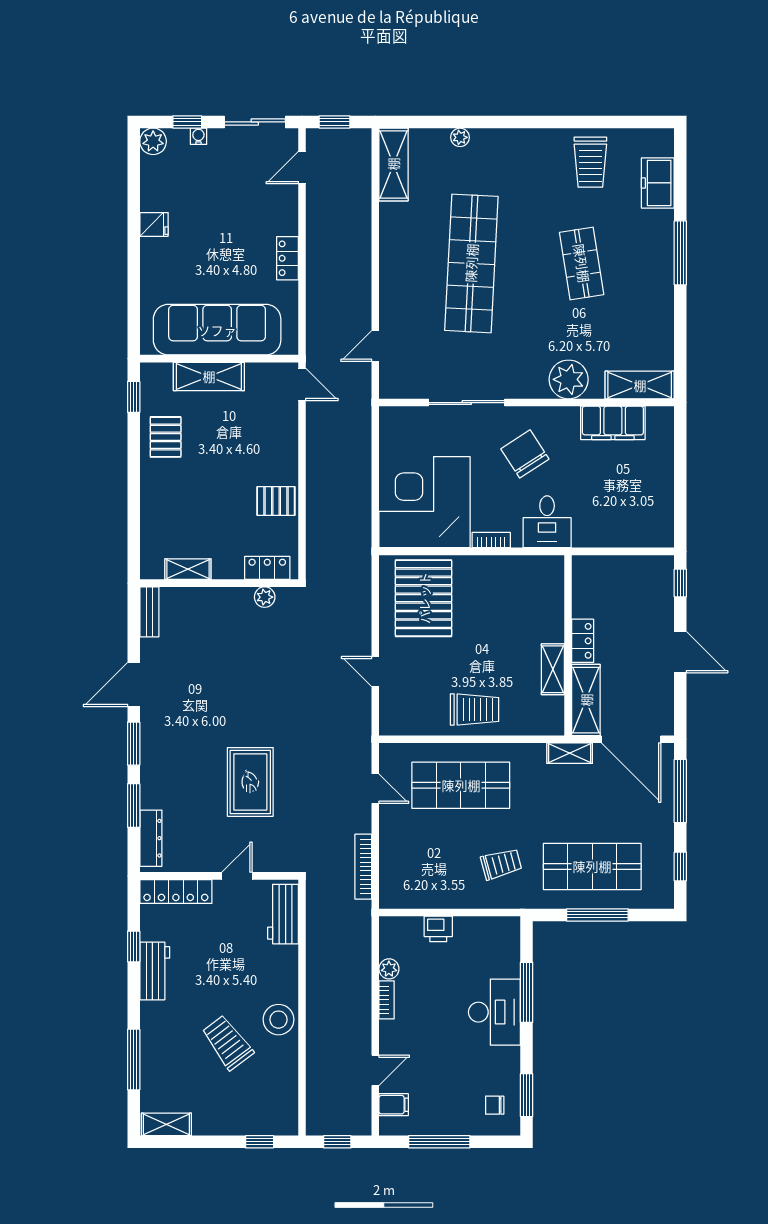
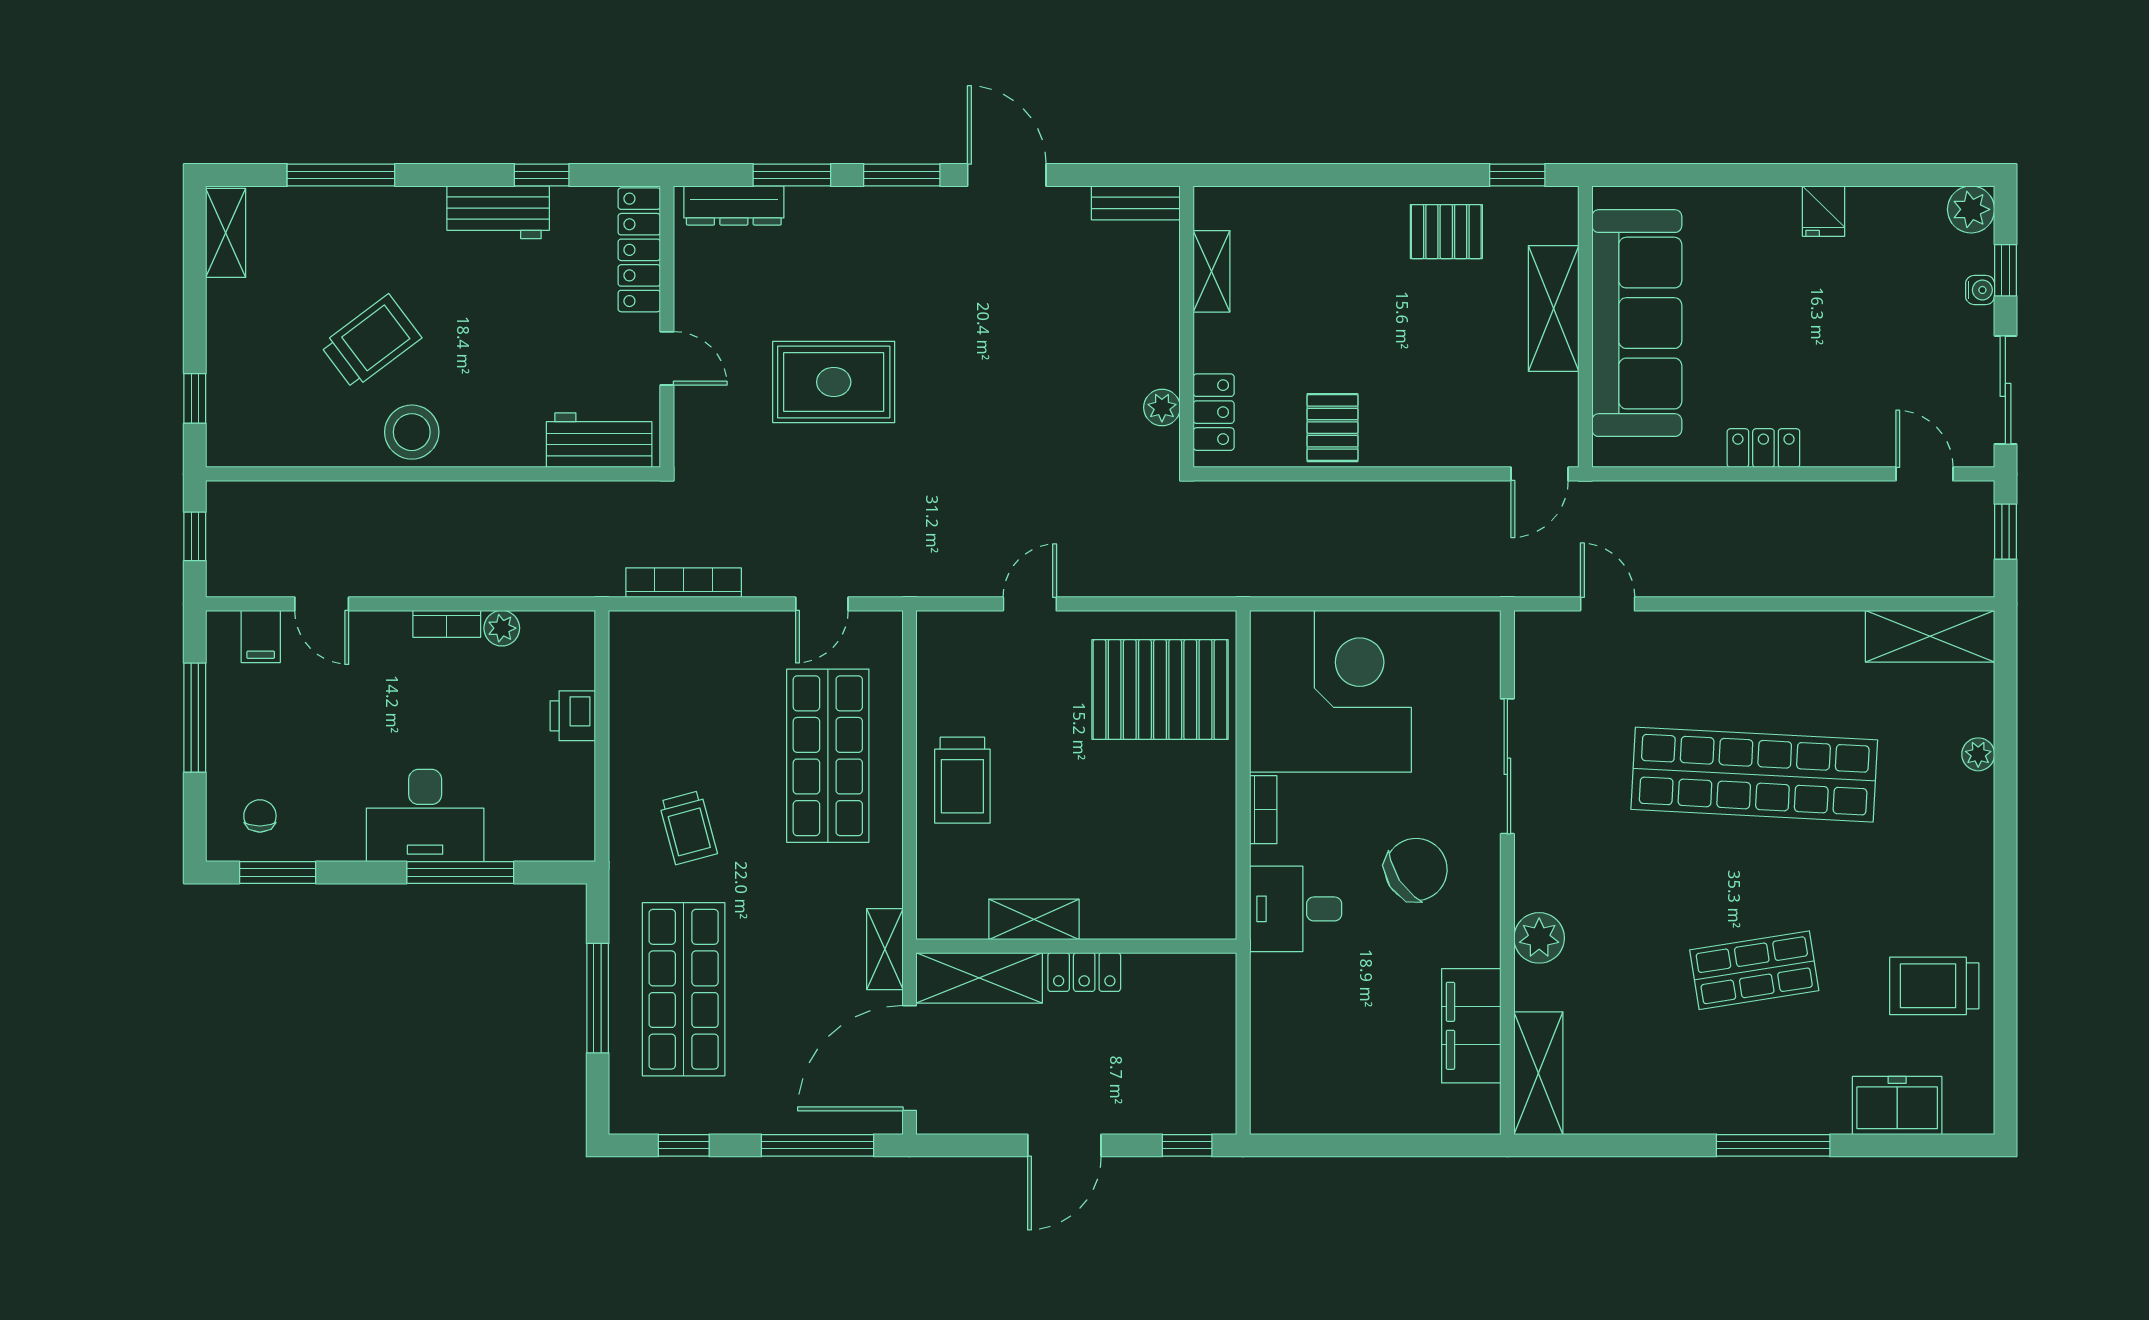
plant: (569, 379) -> (1539, 938), width x0.73, depth x0.73

